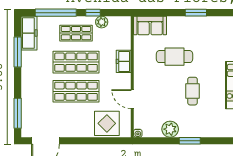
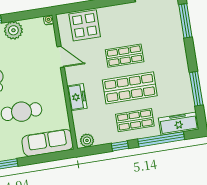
plant: (102, 22) -> (87, 140), moved
sofa: (150, 26) -> (48, 143), width x1.36
freezer: (29, 33) -> (179, 124), moved, turned 90
shop shelf: (76, 91) -> (125, 56), width x0.70, depth x0.74

